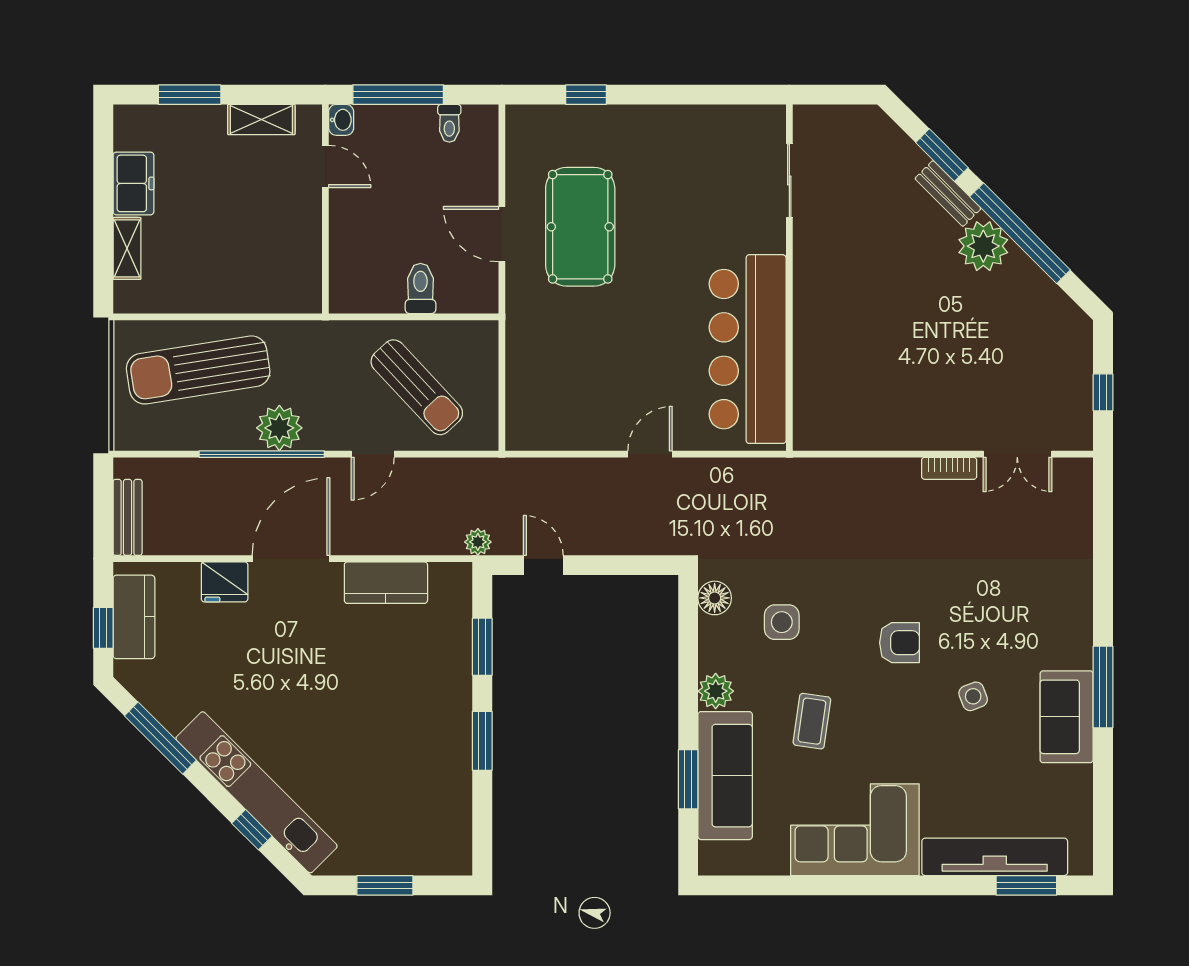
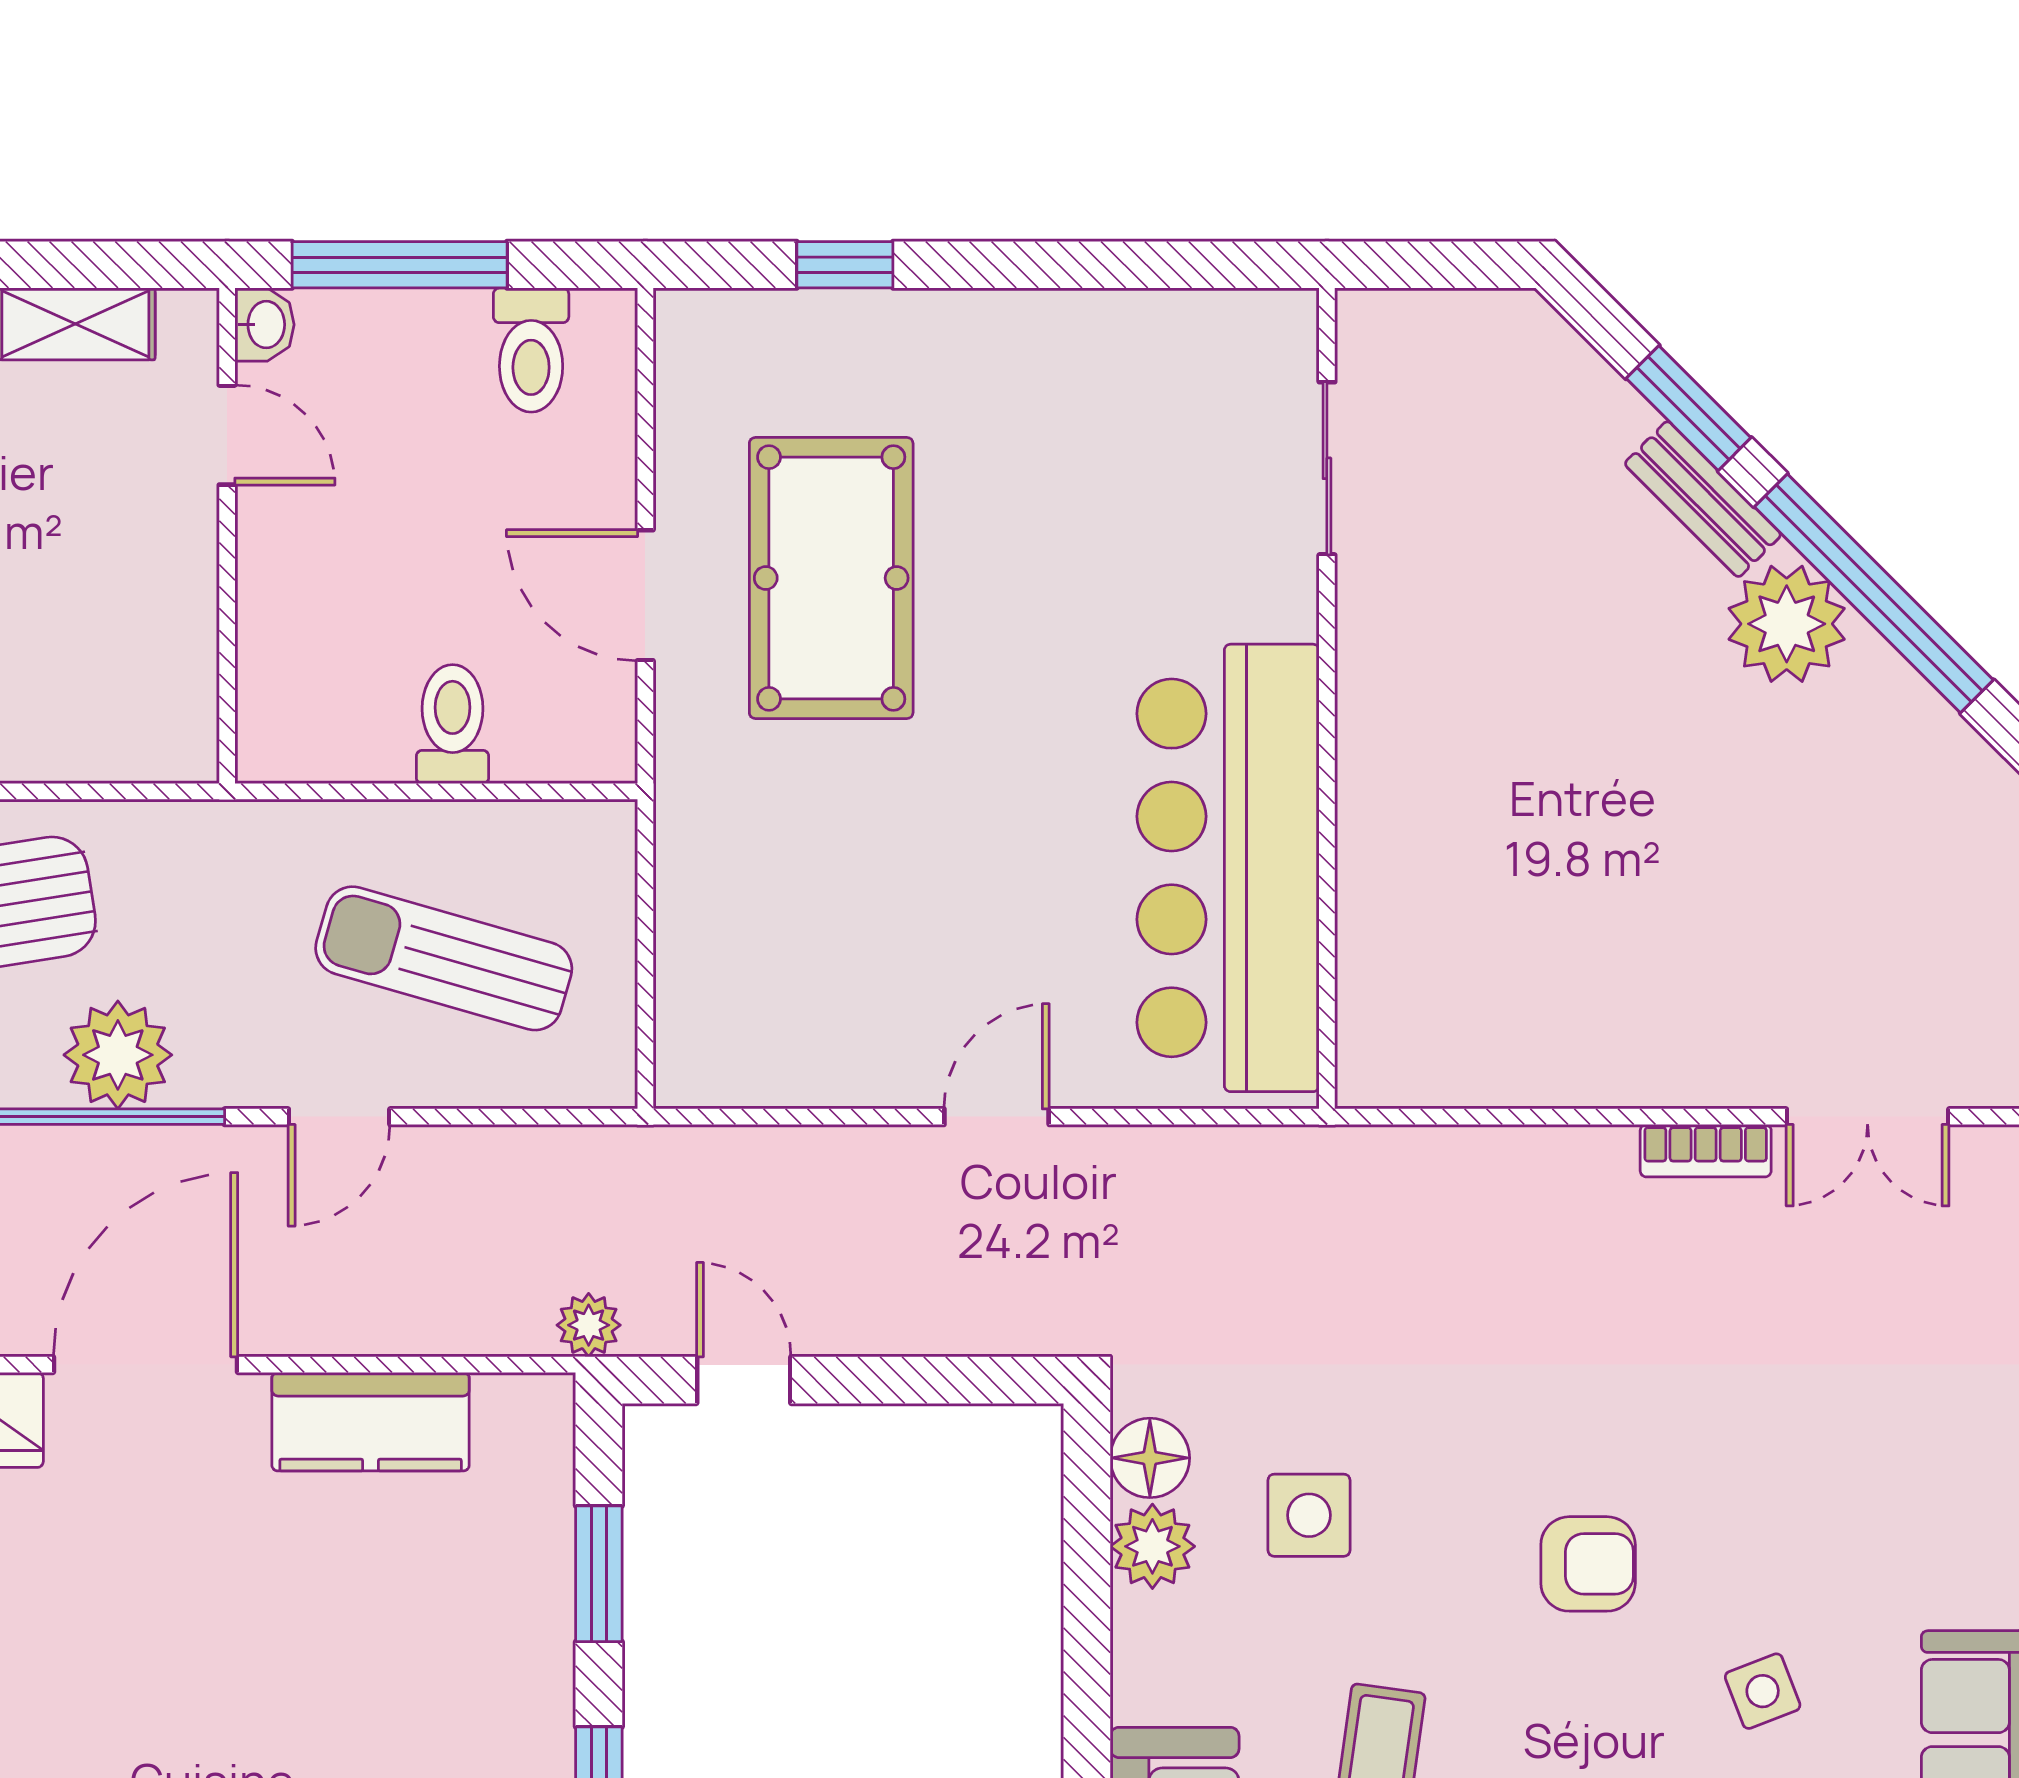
toilet: (449, 123) -> (531, 350), width x1.37, depth x1.39
sun lounger: (417, 387) -> (444, 958), turned 149
plant: (716, 691) -> (1152, 1546), moved

